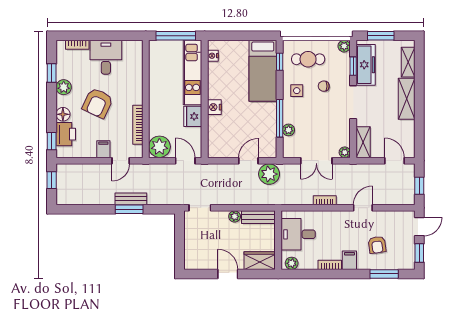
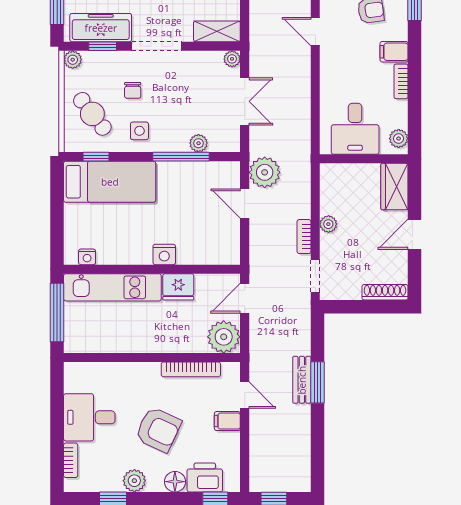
cafe table: (308, 59) -> (92, 114), turned -38
bookcase: (325, 200) -> (304, 237), moved
bench: (258, 217) -> (329, 188), removed
shoe rack: (189, 254) -> (385, 292), added

